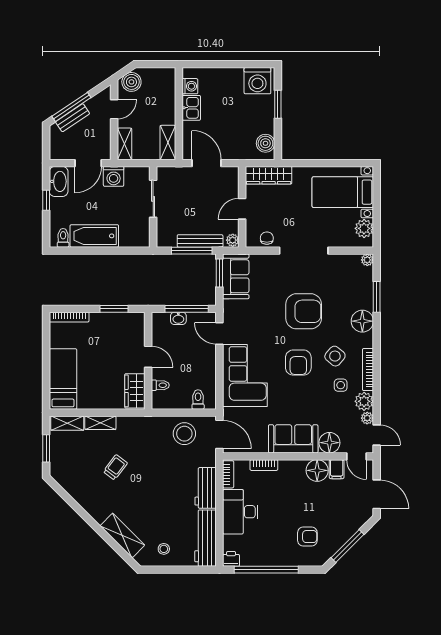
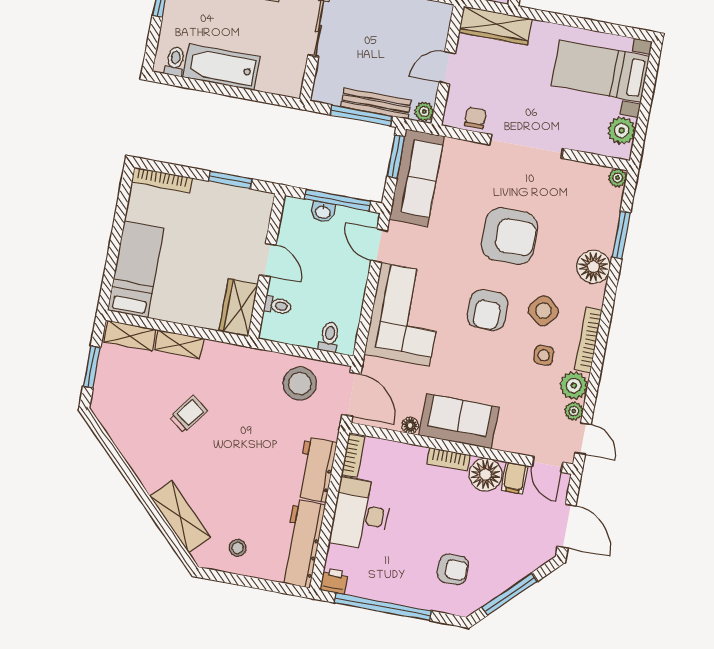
sofa: (236, 276) -> (417, 178), width x1.36
floor lamp: (329, 443) -> (410, 425), moved, width x0.53, depth x0.53
bookcase: (264, 465) -> (449, 459), moved

